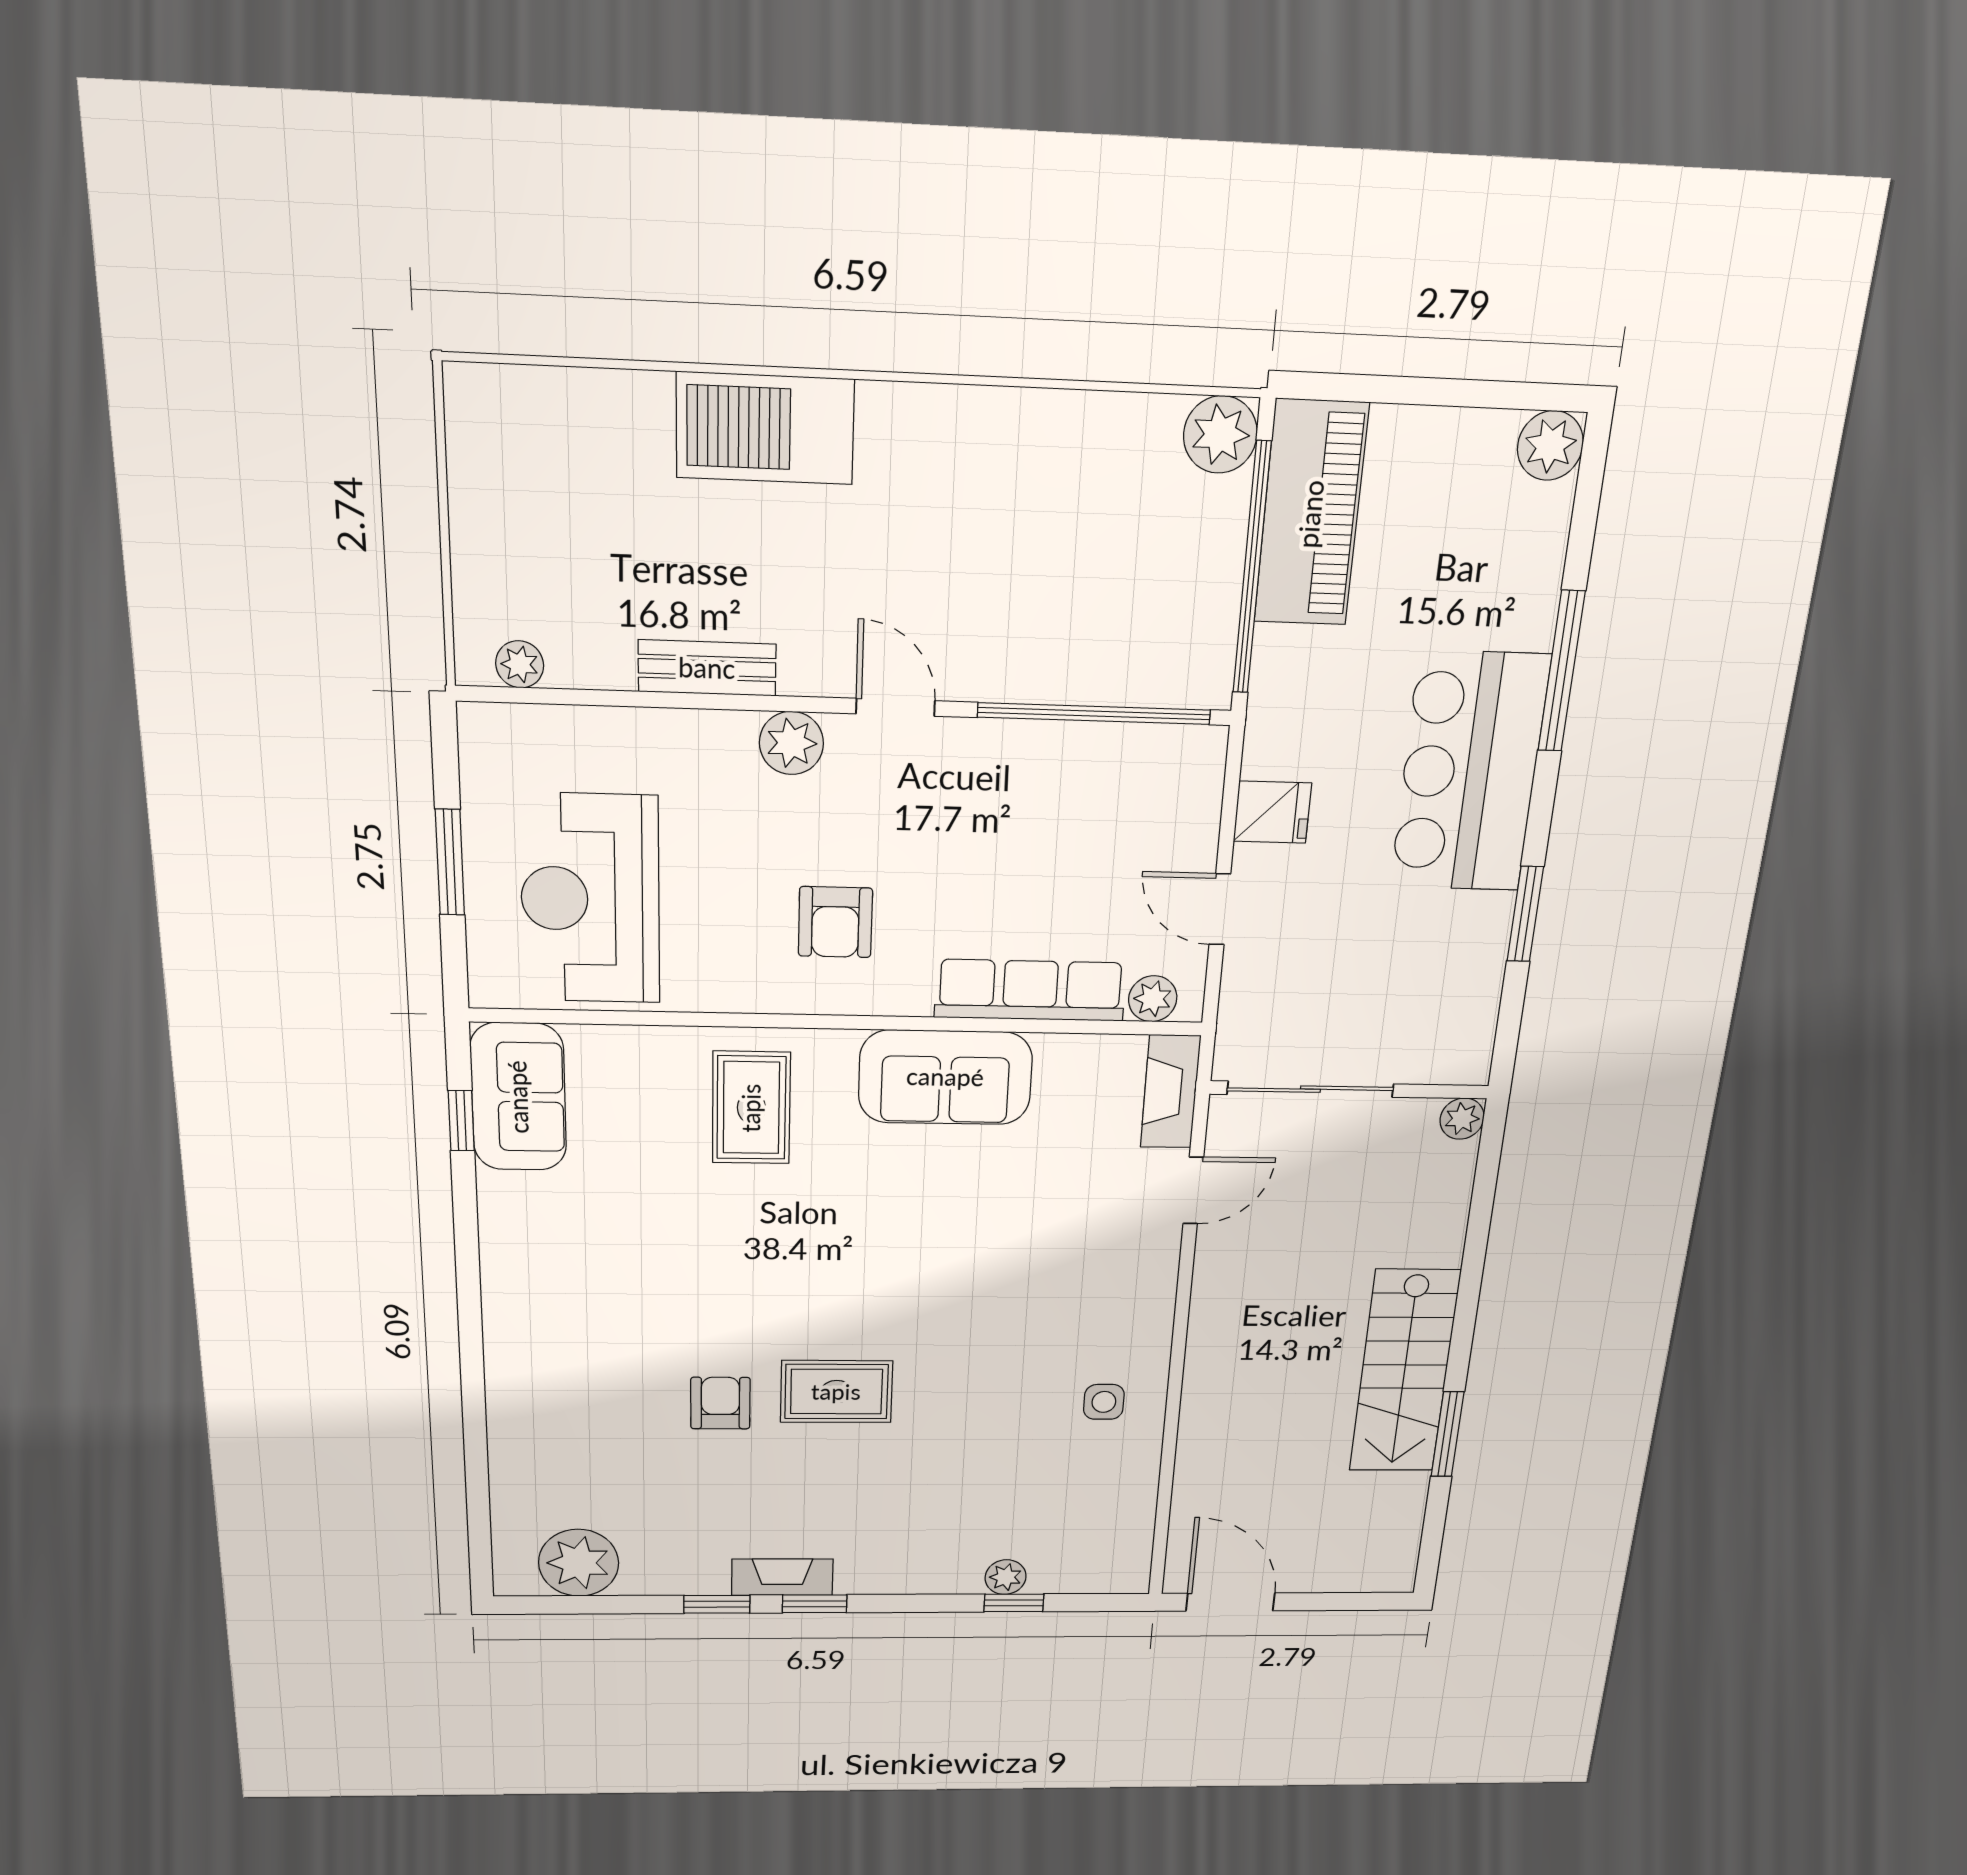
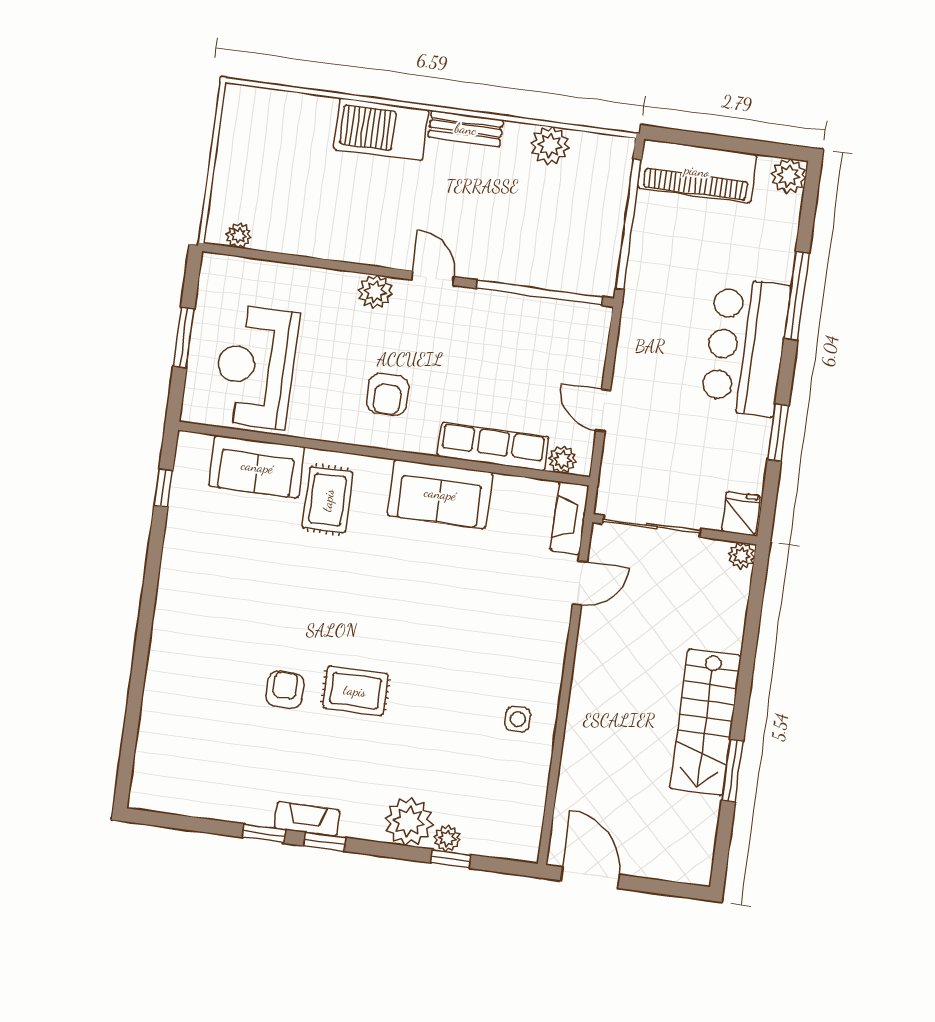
plant: (1220, 435) -> (550, 145), moved
piano: (1311, 514) -> (697, 171), moved, turned 90
bench: (707, 668) -> (466, 129), moved
fridge: (1272, 812) -> (741, 514), moved, turned -90
sofa: (518, 1097) -> (257, 467), moved, turned 90
plant: (579, 1563) -> (409, 822), moved

